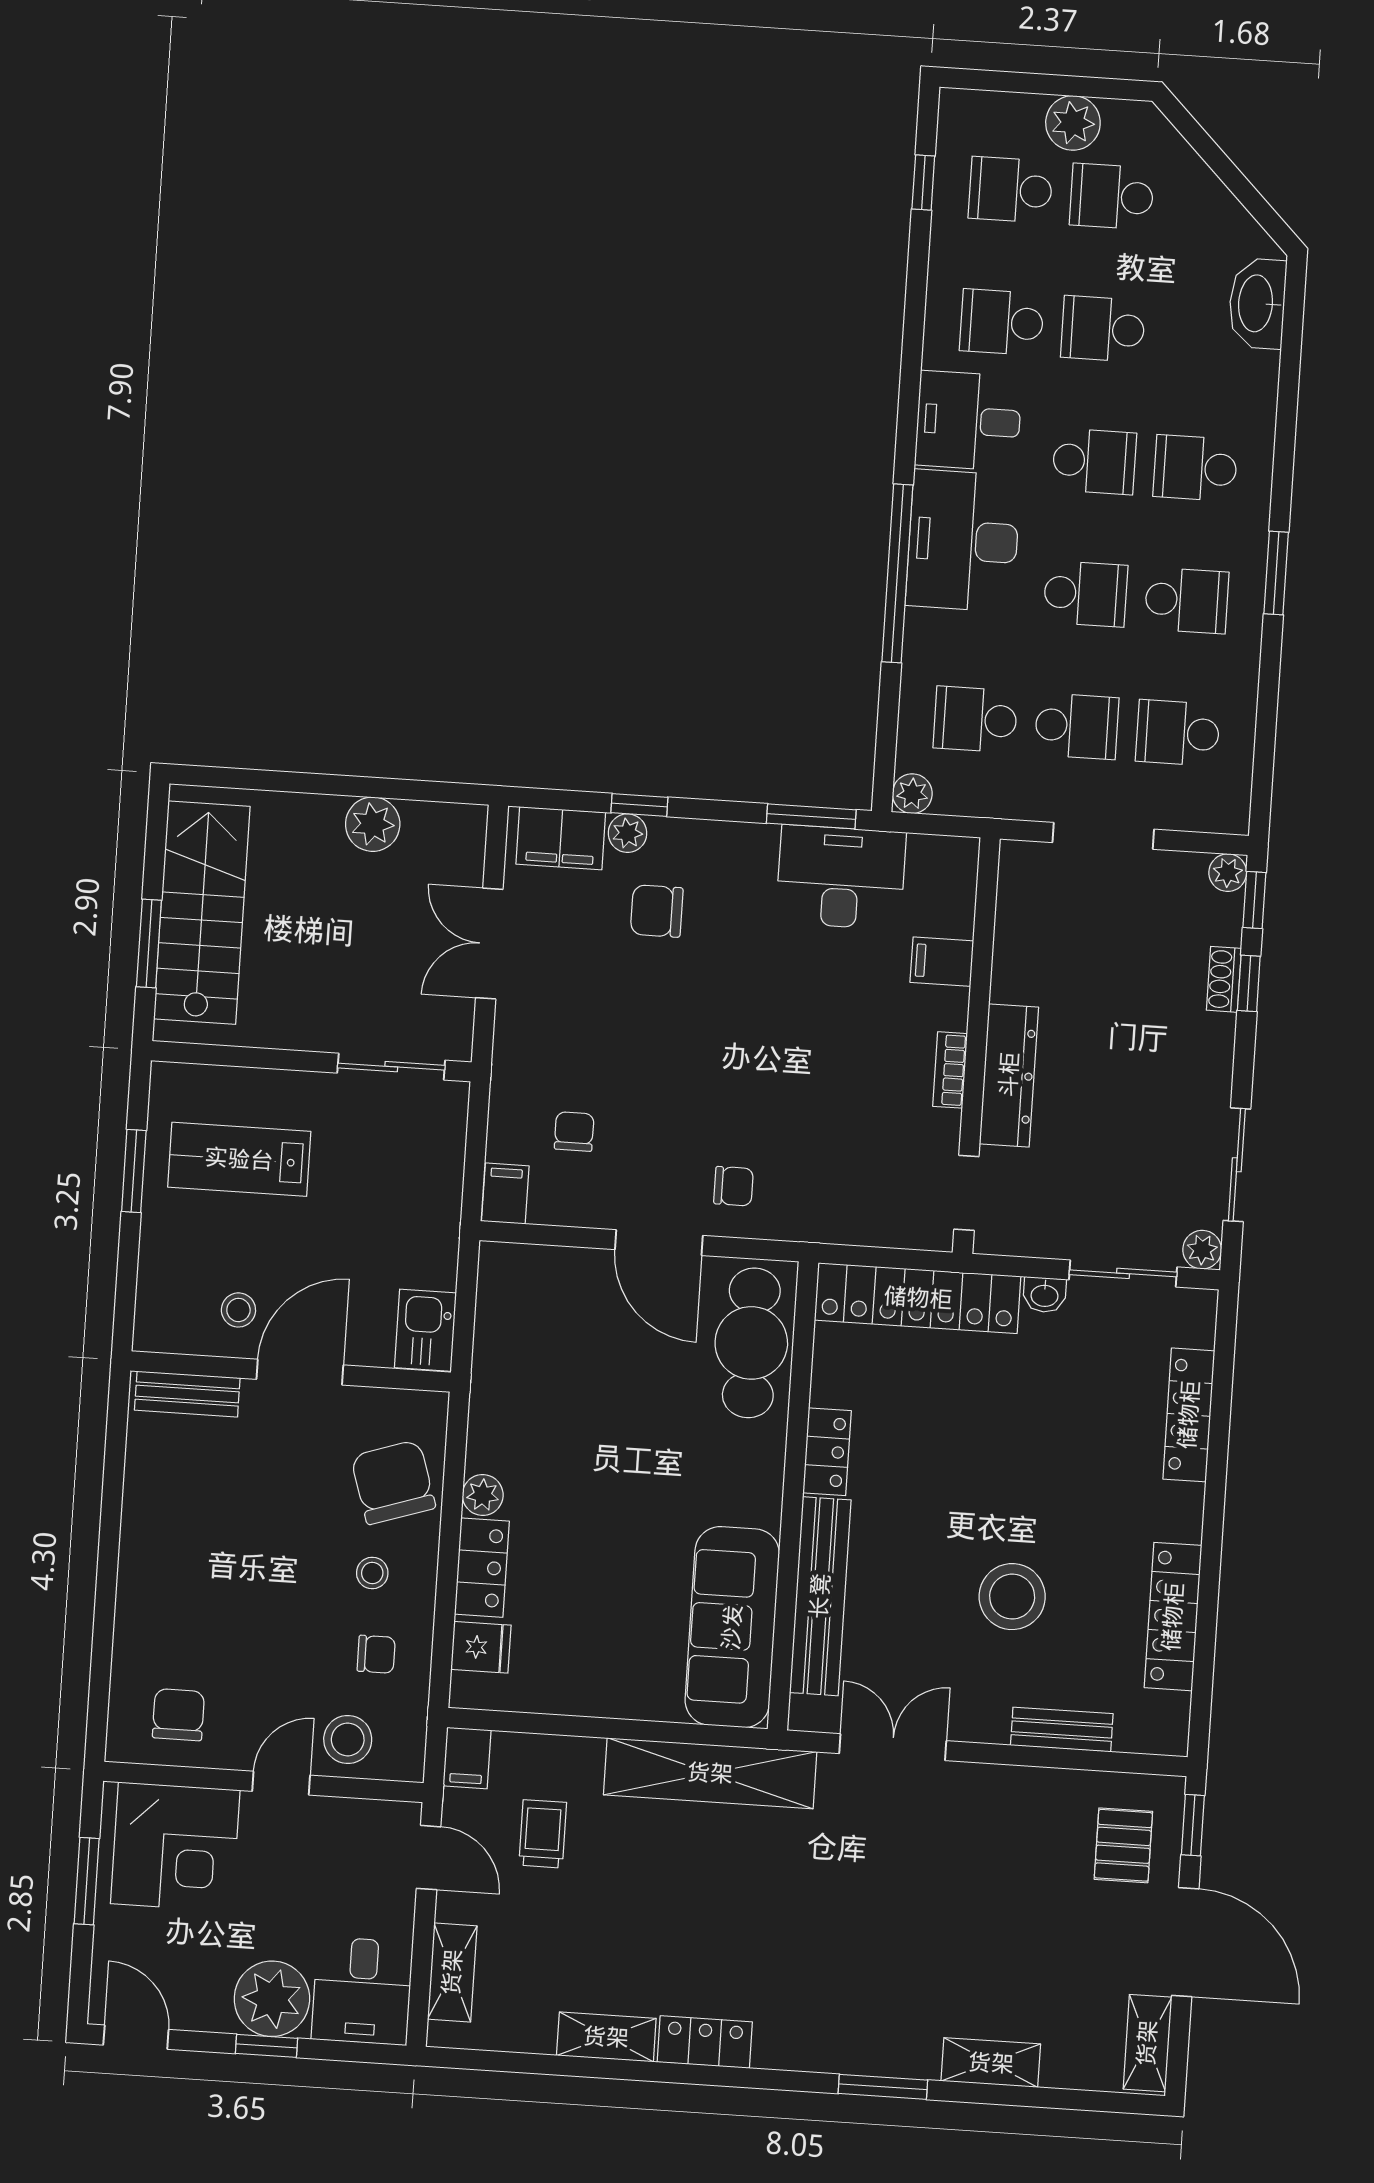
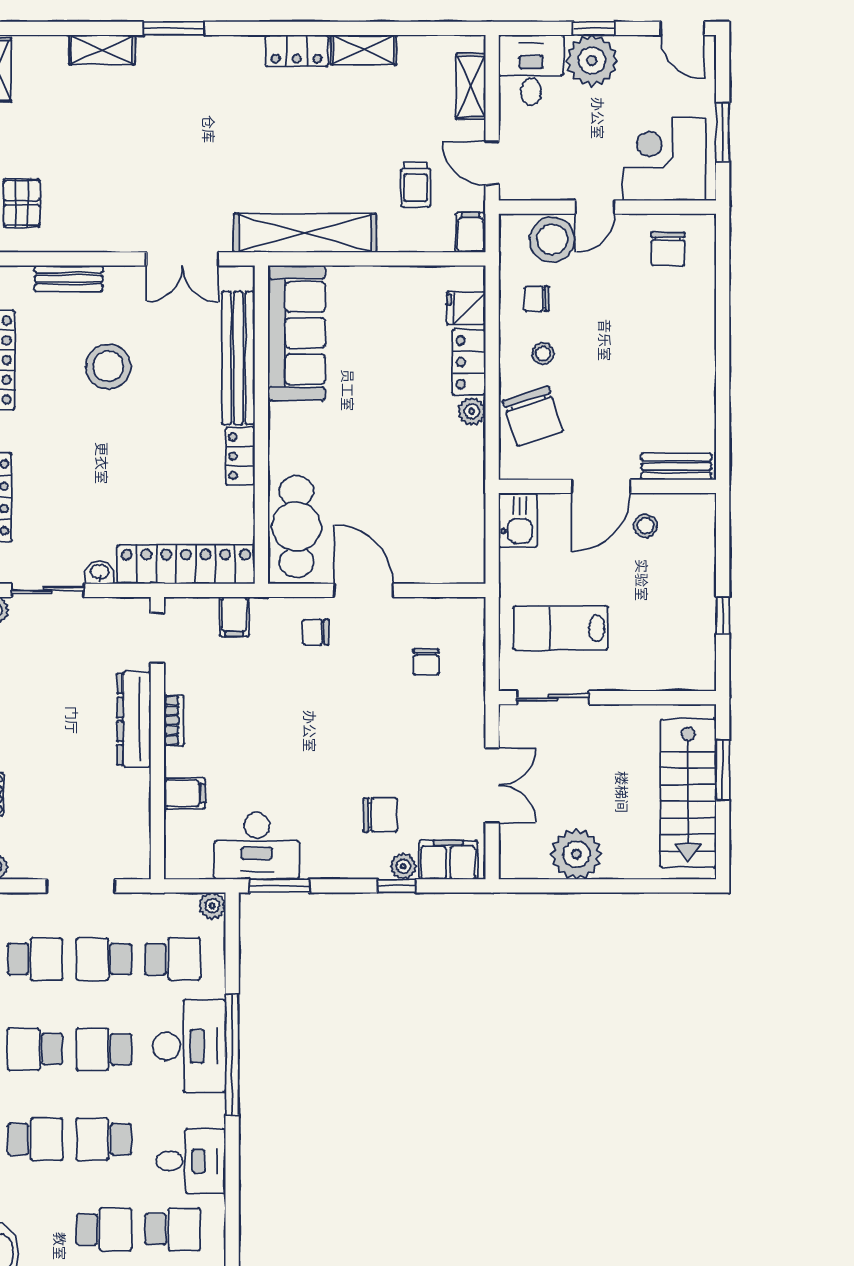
desk: (963, 541) -> (189, 1046), moved
plant: (373, 824) -> (576, 854), width x1.36, depth x1.36
lab bench: (239, 1159) -> (561, 628), moved, turned 180
window: (134, 1171) -> (723, 615), width x0.67
filing cabinet: (505, 1193) -> (234, 617), moved
stool: (348, 1739) -> (552, 240), width x1.38, depth x1.38

